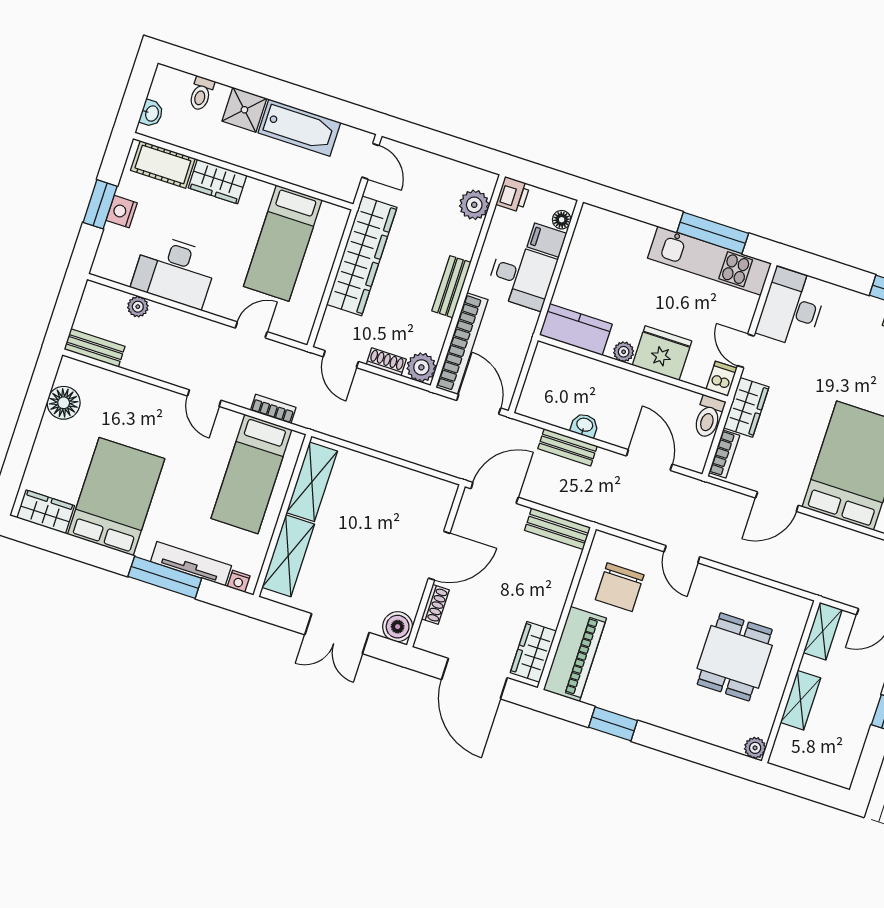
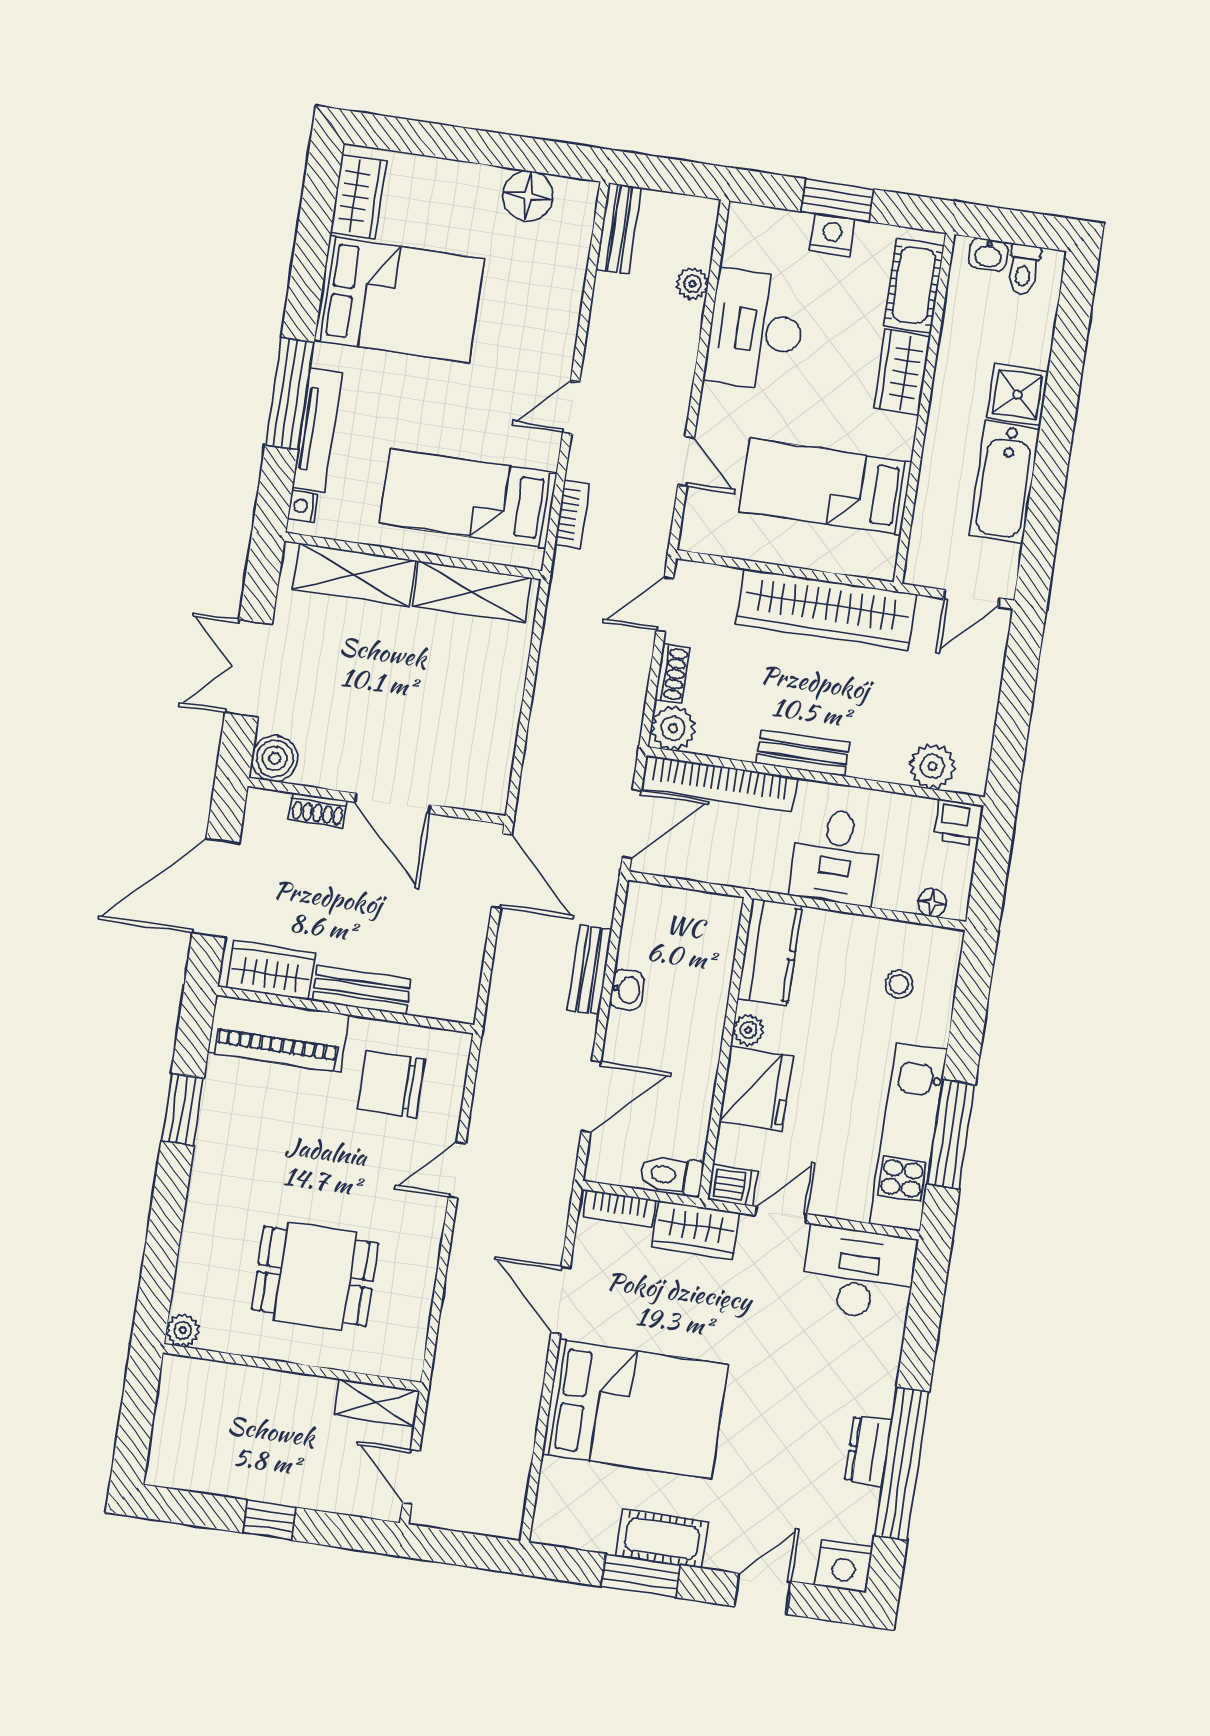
toilet: (201, 94) -> (1024, 269), moved, turned -90
filing cabinet: (547, 240) -> (898, 885), removed
stool: (610, 250) -> (899, 984), added
bench: (557, 529) -> (361, 990), moved, turned 90
shelving: (801, 700) -> (266, 1387), removed

